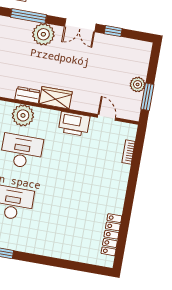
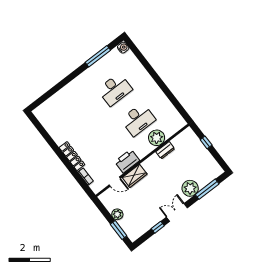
window: (147, 97) -> (119, 230), moved
wardrobe: (56, 98) -> (135, 176), moved
locker: (111, 235) -> (72, 156), moved

